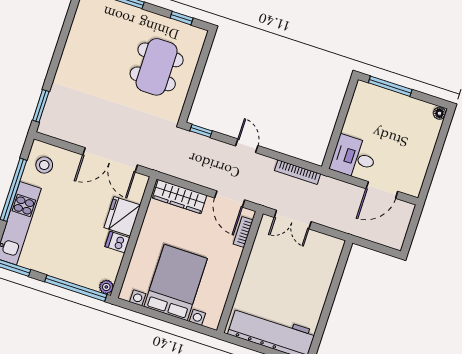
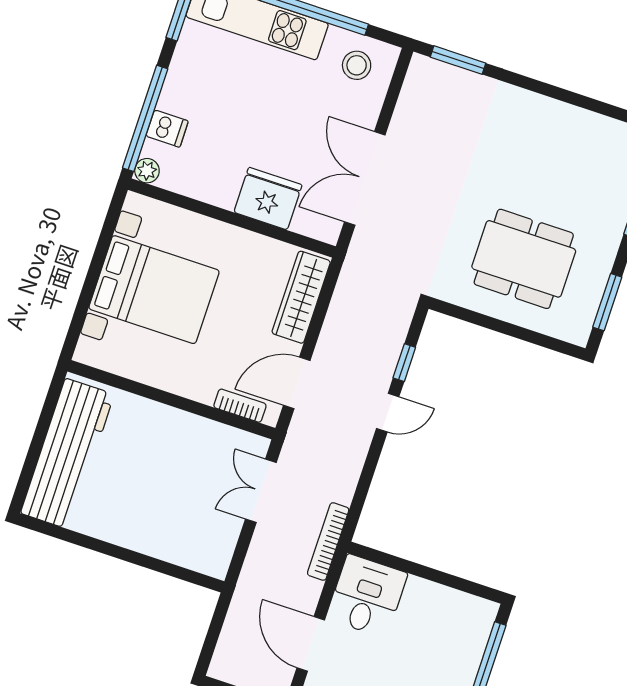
window: (182, 18) -> (607, 302), width x1.50
window: (201, 131) -> (404, 363), moved
bookcase: (298, 172) -> (328, 542), moved
dishwasher: (117, 242) -> (167, 129), moved, turned 90

